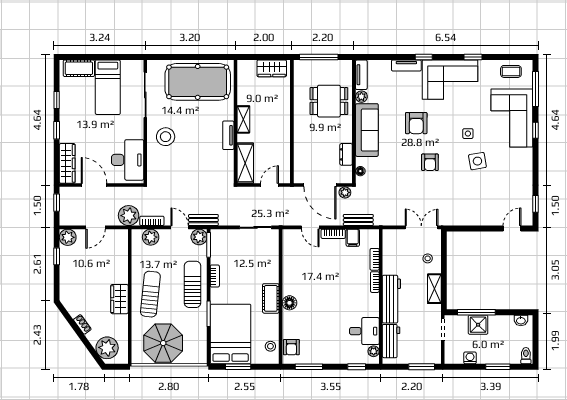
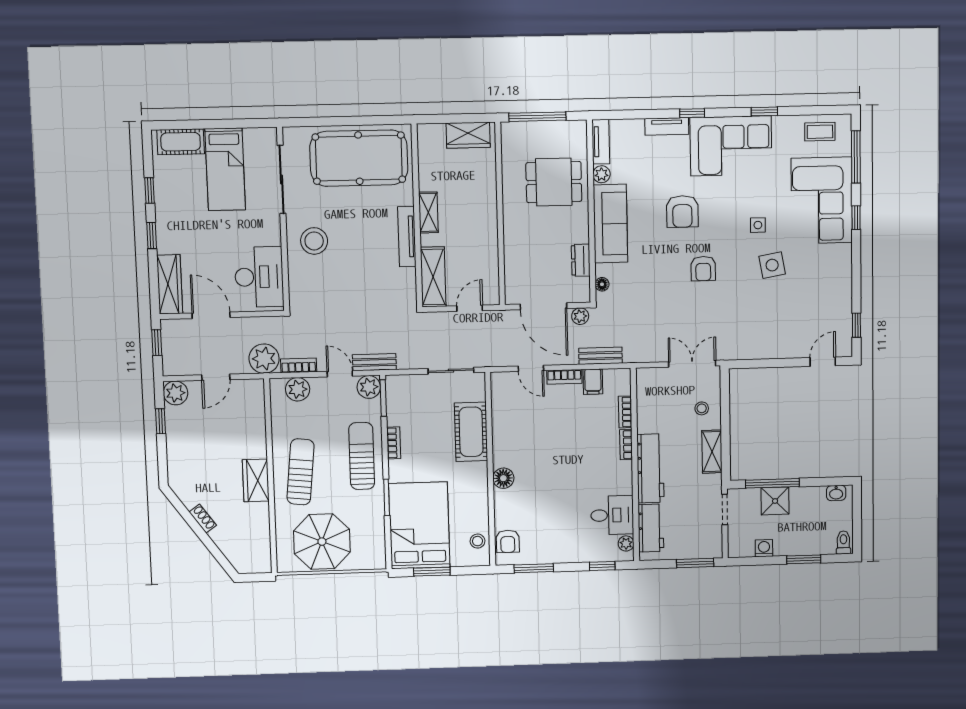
tv unit: (228, 135) -> (407, 237), width x1.41
cot: (271, 298) -> (471, 432), moved, width x1.37, depth x1.34
plant: (107, 348) -> (240, 551), removed

